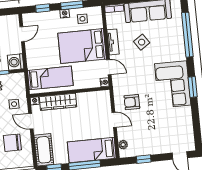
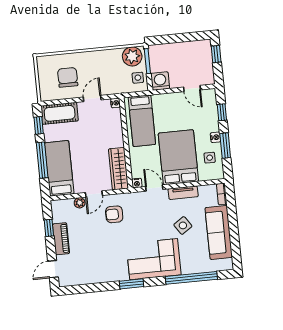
door: (109, 67) -> (154, 188), swing flipped
corner sofa: (173, 84) -> (154, 259), moved
wardrobe: (58, 102) -> (118, 169), moved
armchair: (132, 102) -> (114, 214), turned -90
side table: (14, 104) -> (138, 78), moved
plant: (123, 145) -> (80, 203), moved
piano: (153, 148) -> (61, 239), added

